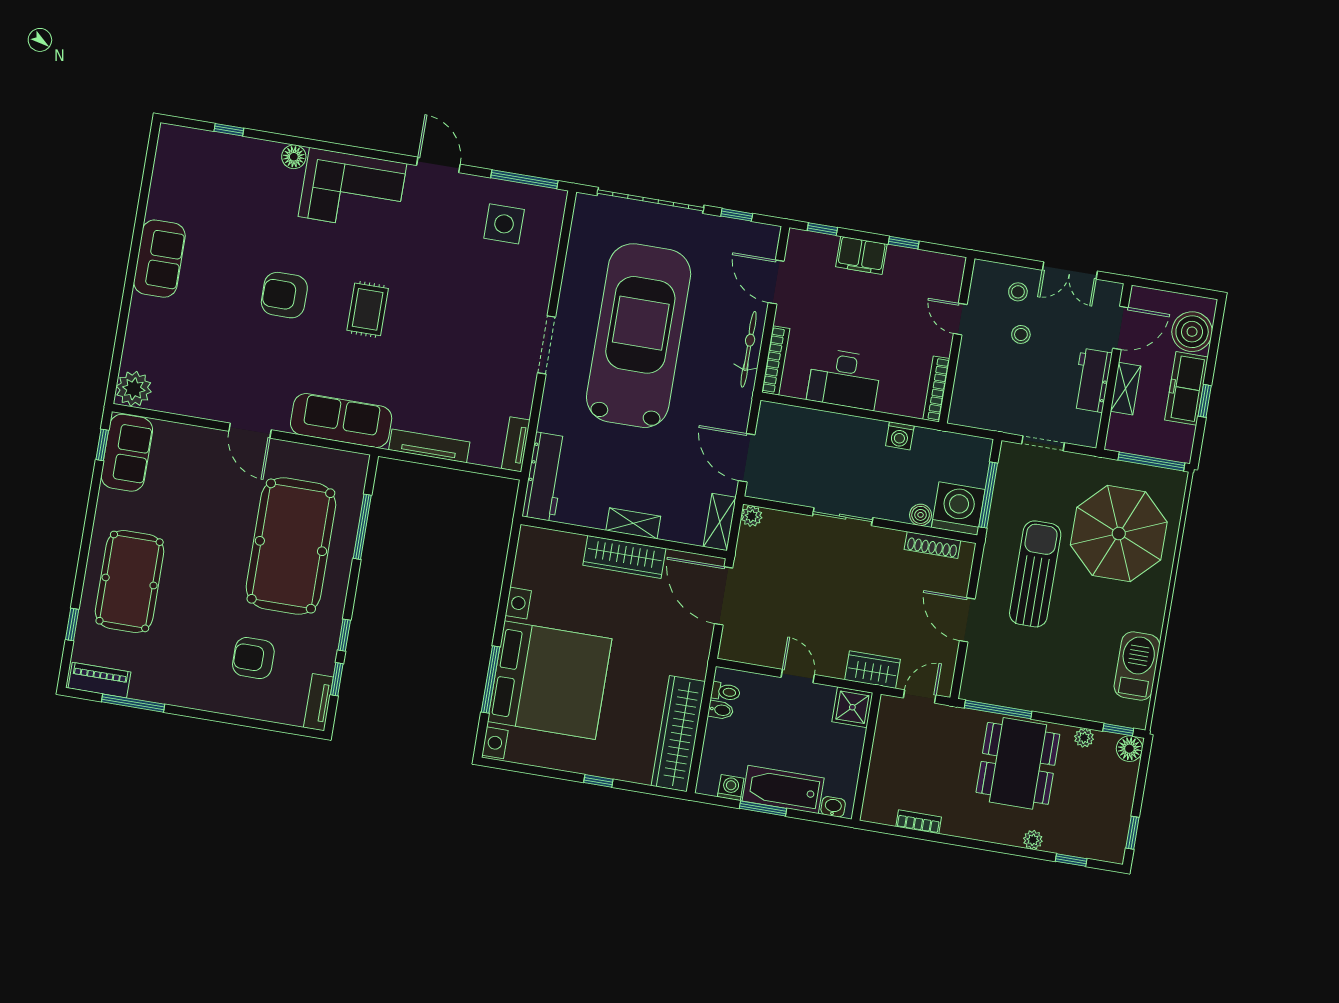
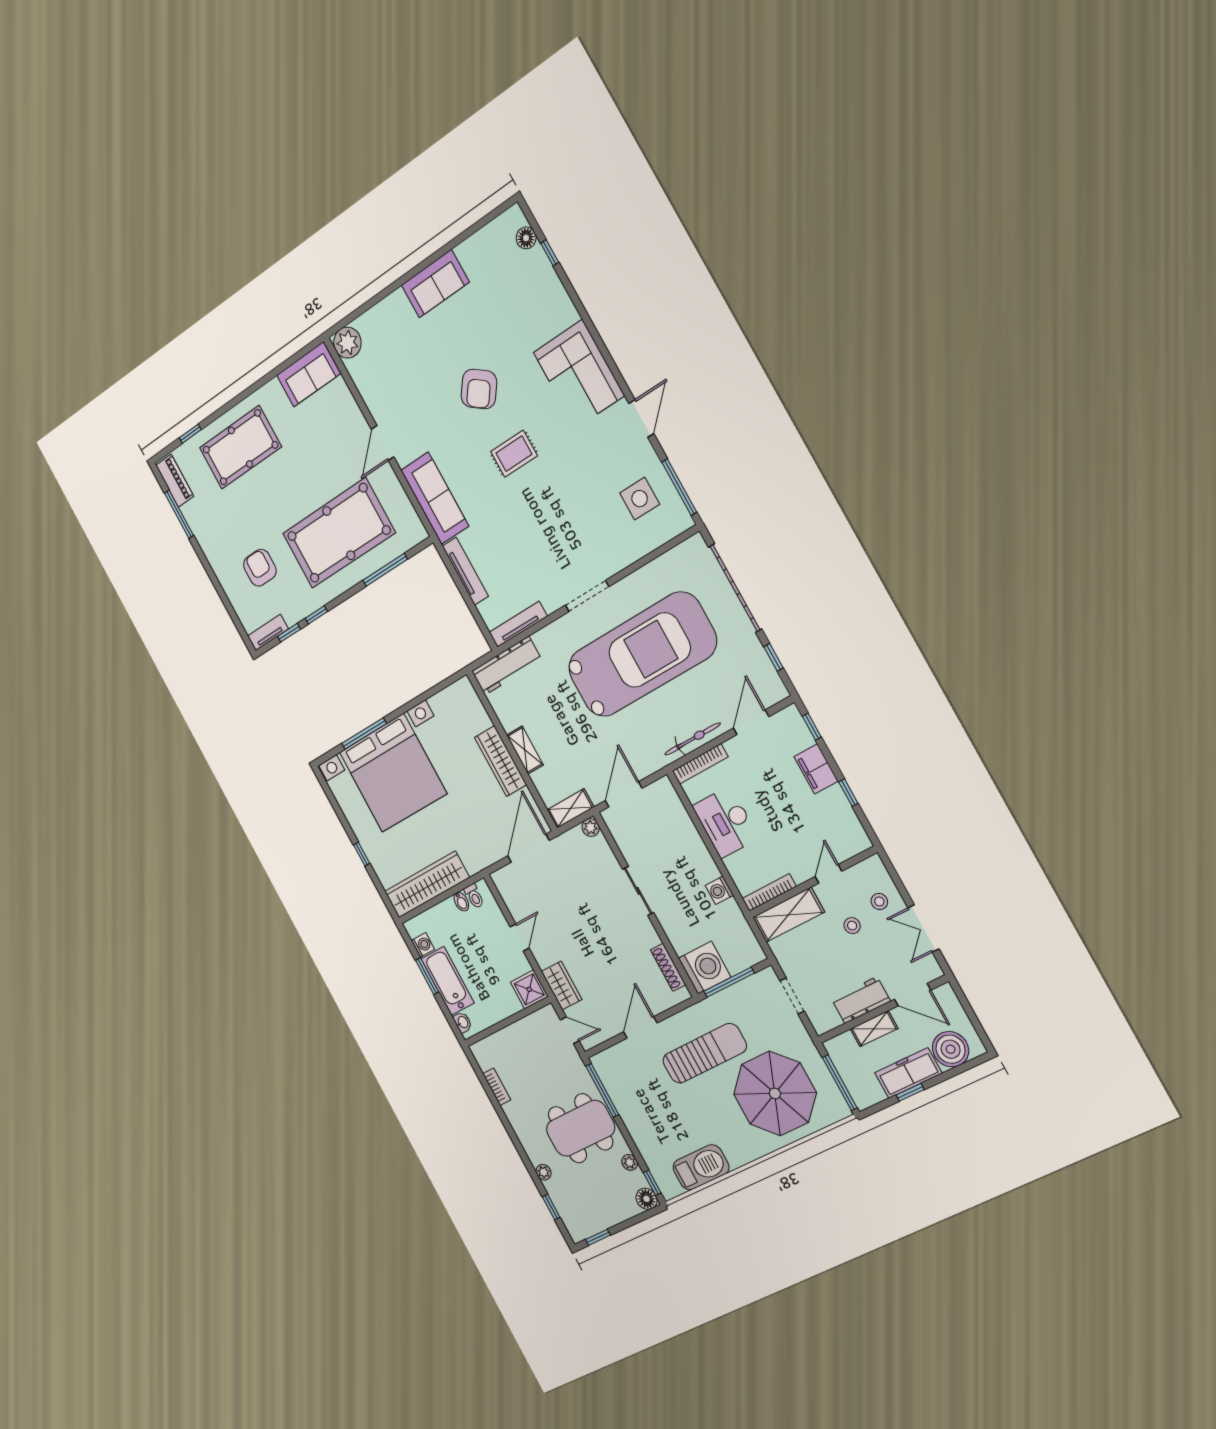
floor lamp: (294, 157) -> (526, 238), moved
armchair: (284, 295) -> (479, 389), turned -143
shelving: (969, 387) -> (789, 915), added
tv unit: (516, 444) -> (518, 624), width x1.41
window: (102, 445) -> (301, 354), removed
boiler: (921, 515) -> (680, 944), removed

